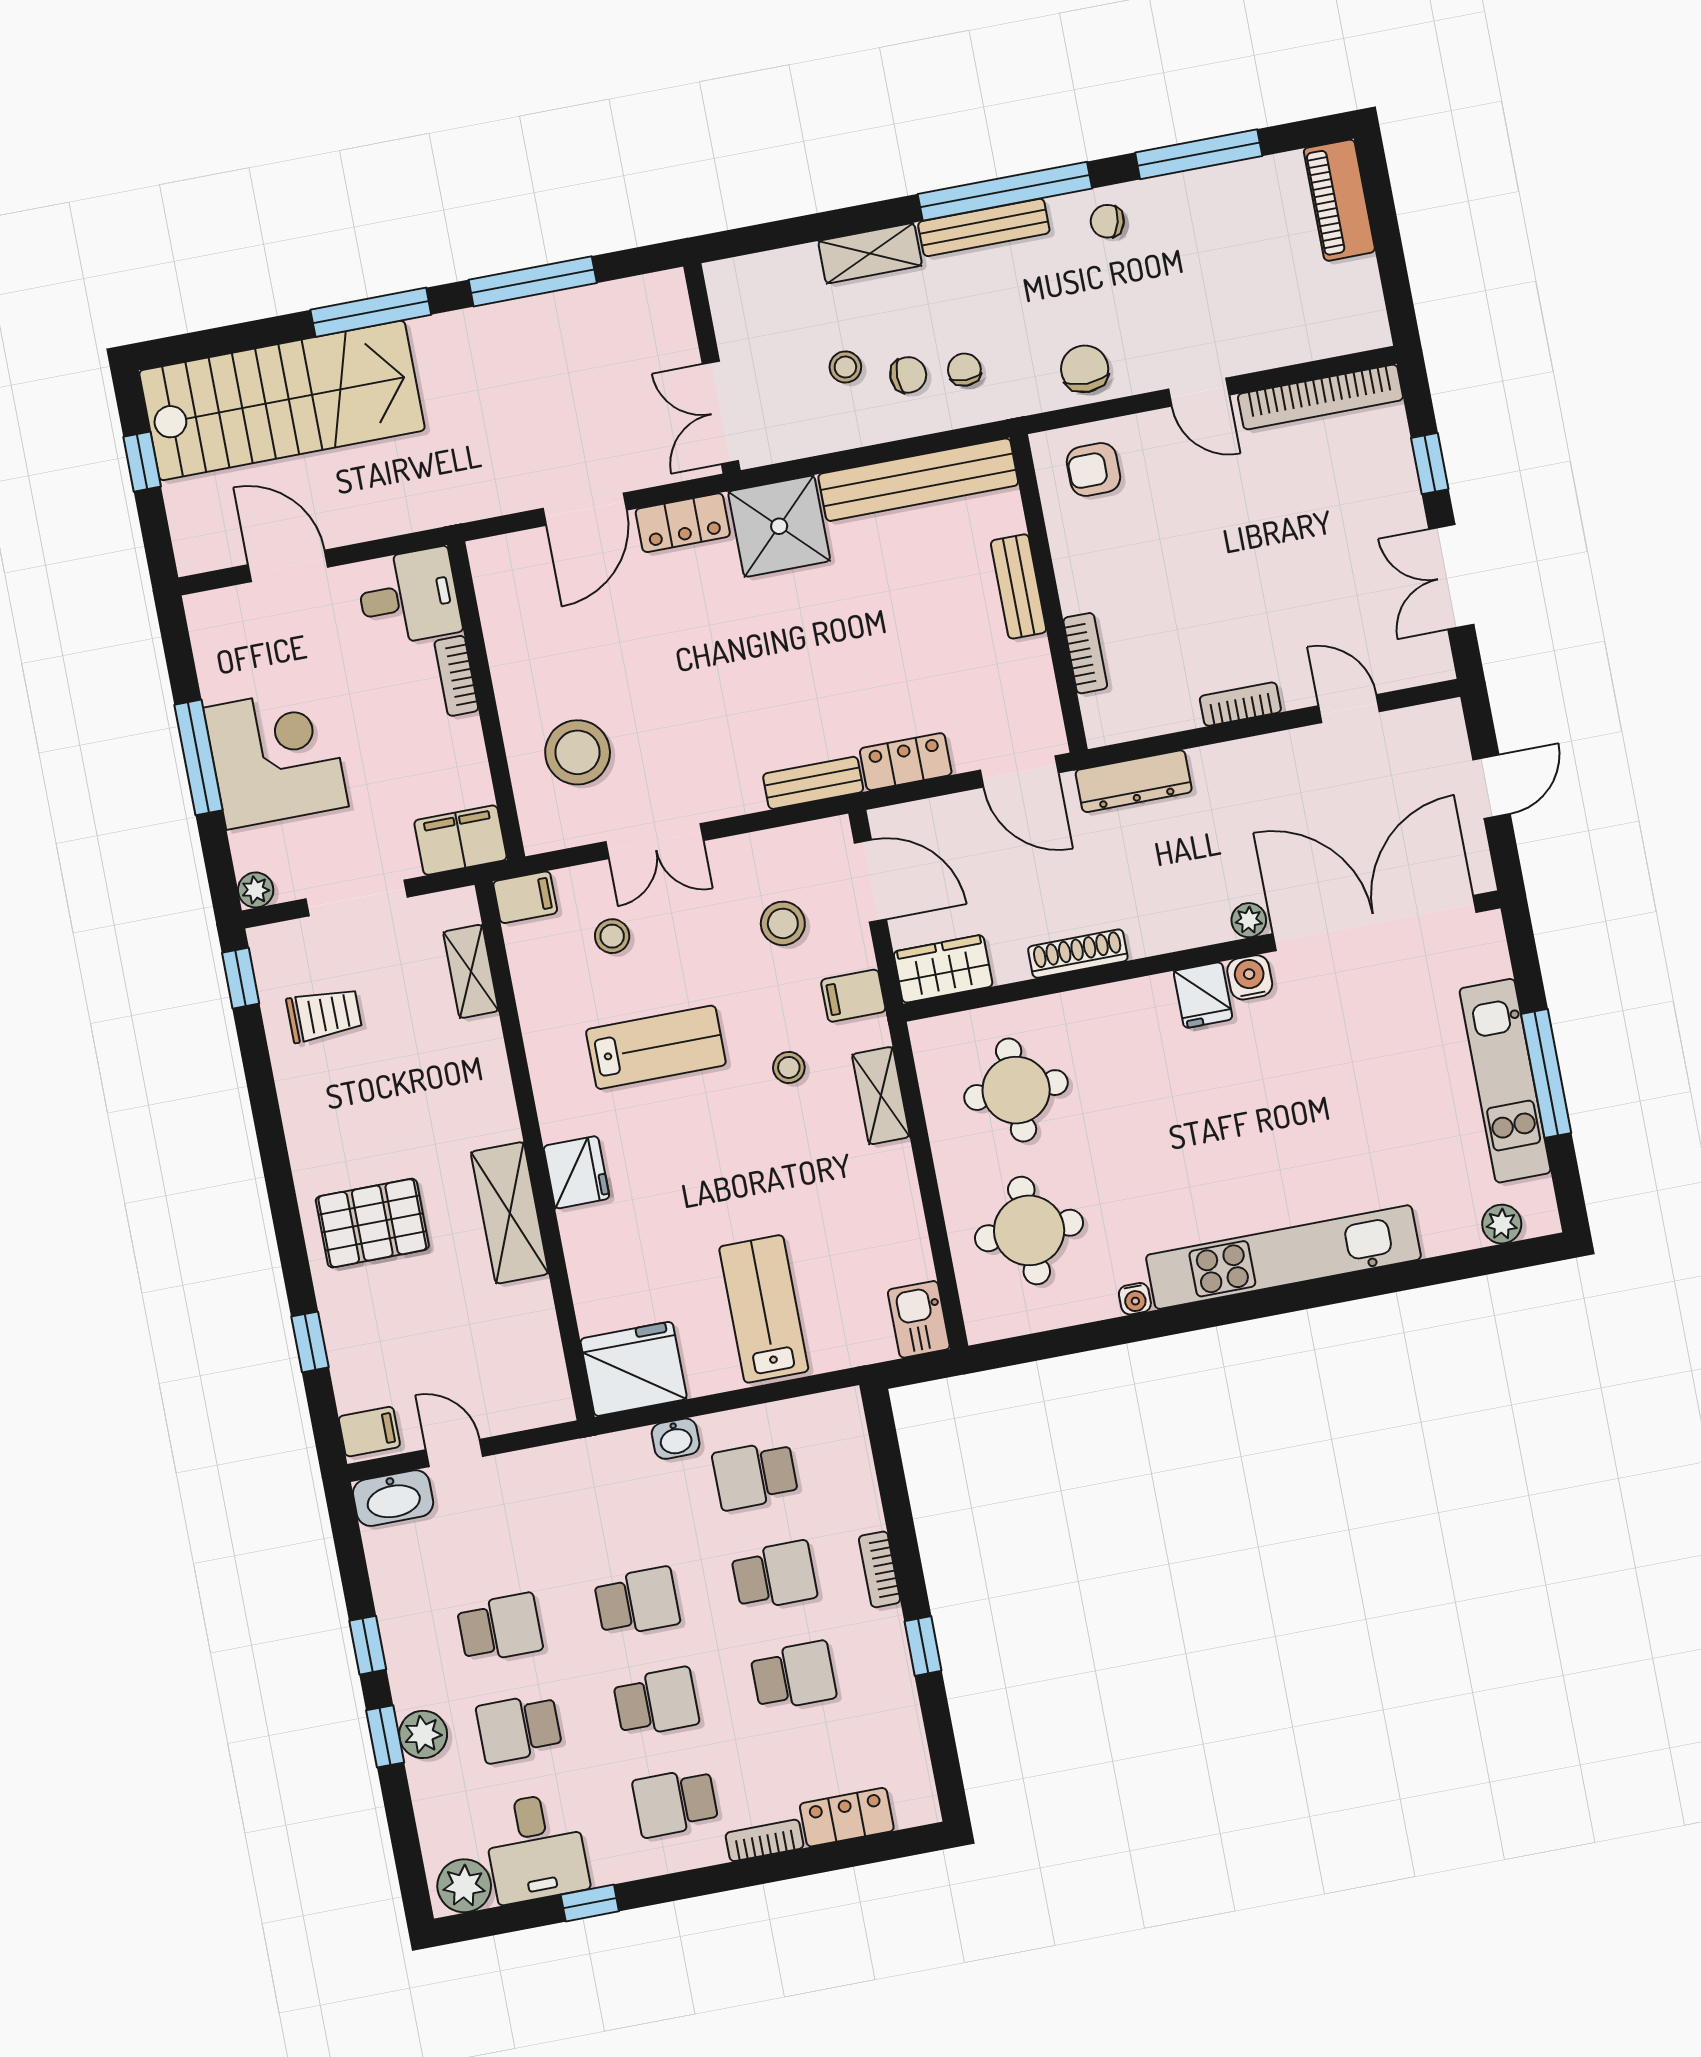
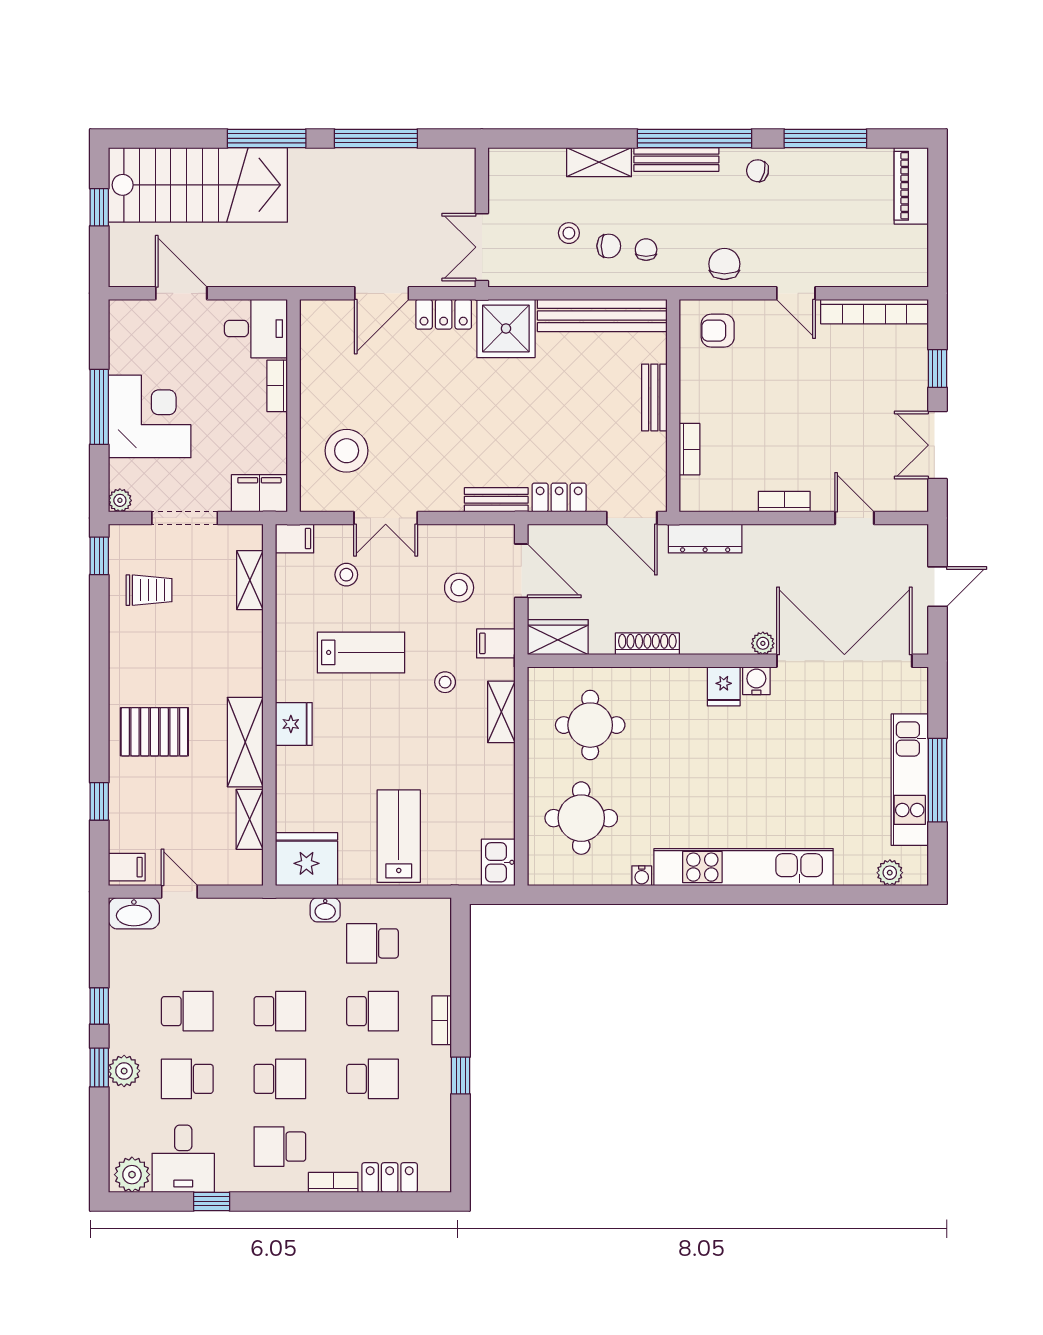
shelving: (538, 1326) -> (250, 819), added

